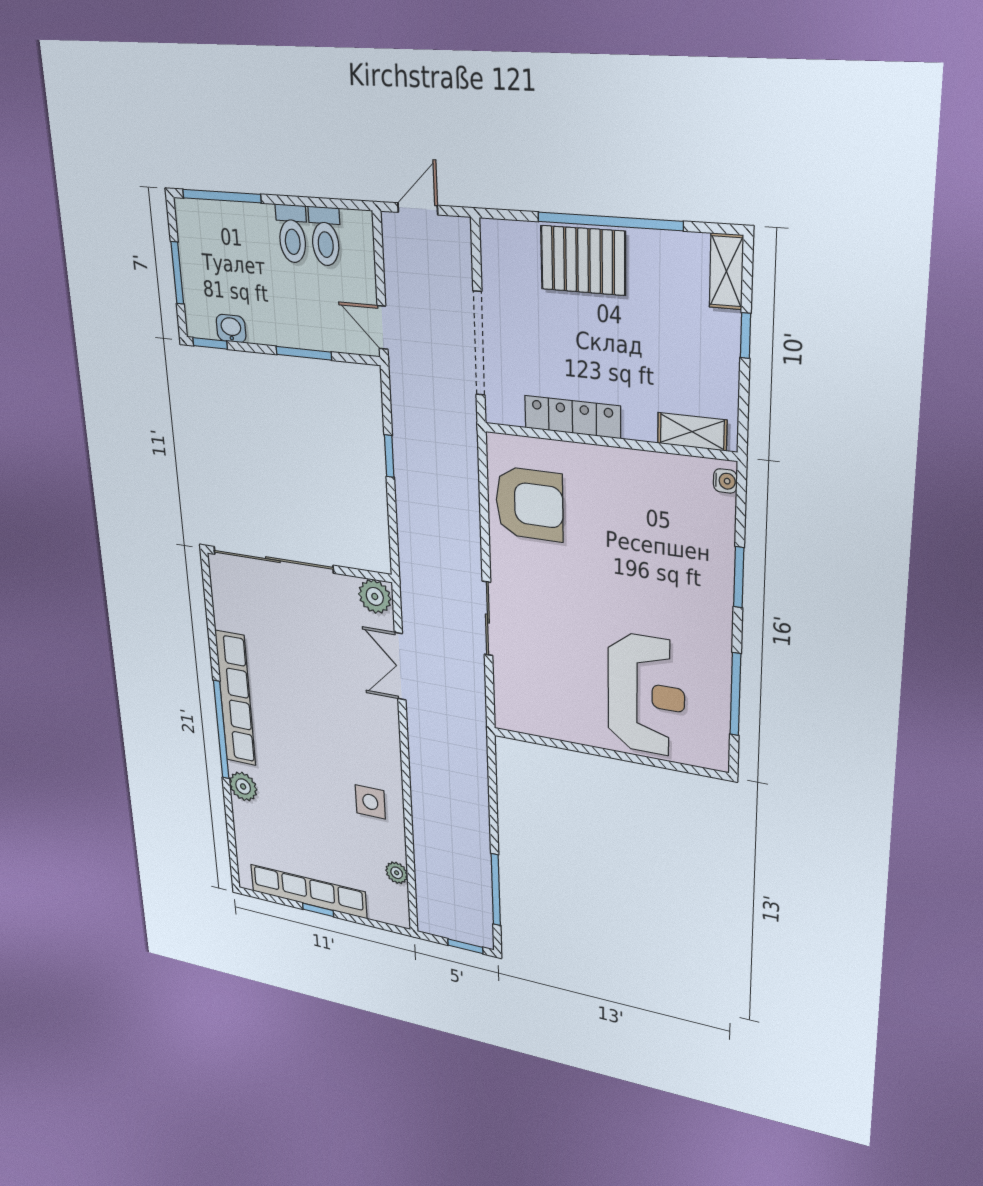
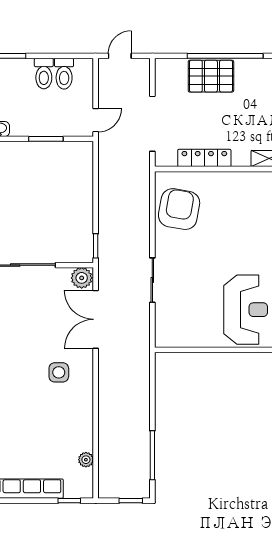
door: (383, 327) -> (96, 120), swing flipped
window: (389, 456) -> (96, 246), moved
armchair: (529, 504) -> (179, 209), turned -80
double door: (400, 666) -> (96, 319), width x1.37
side table: (370, 802) -> (59, 372), moved
window: (318, 910) -> (69, 501), moved

